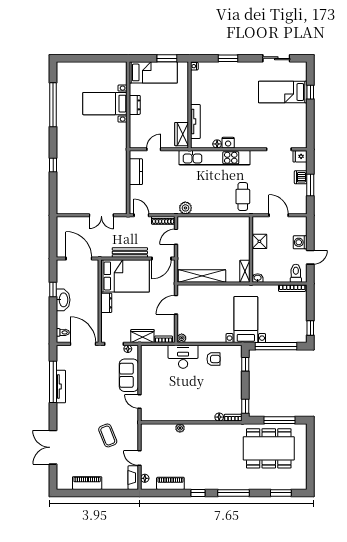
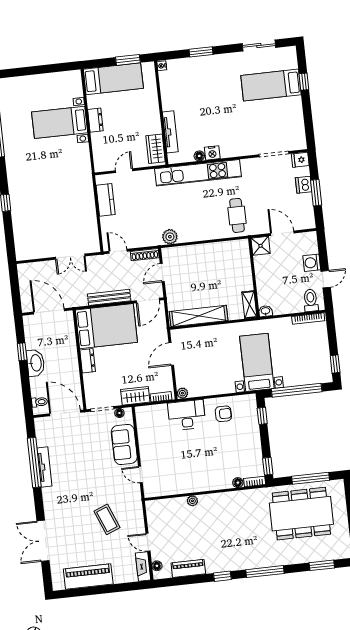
shower: (259, 241) -> (261, 246), moved
piano: (87, 483) -> (88, 577), width x1.37, depth x1.33

